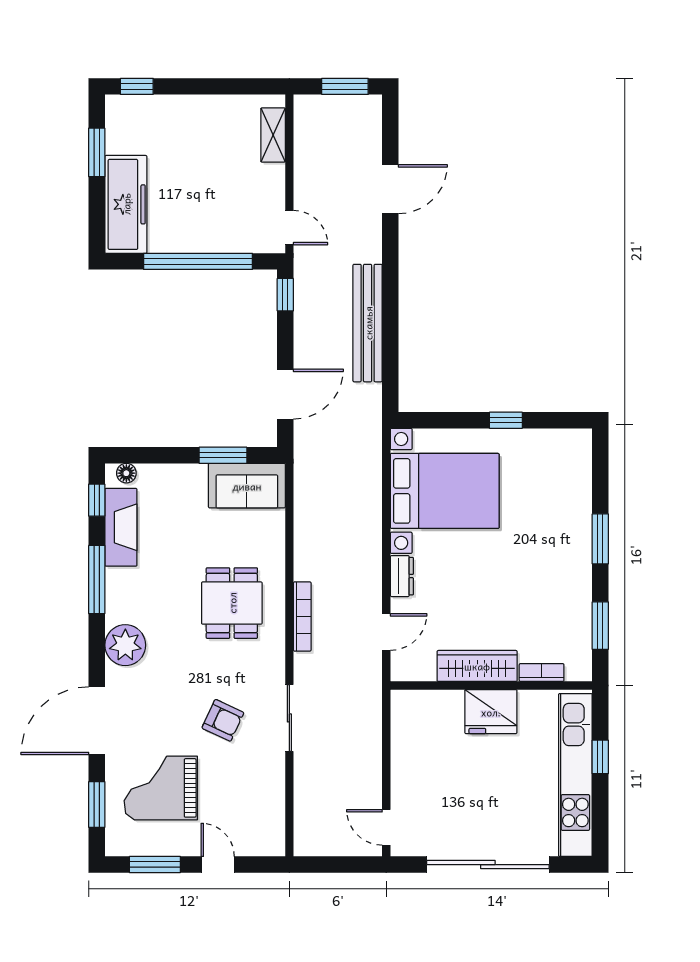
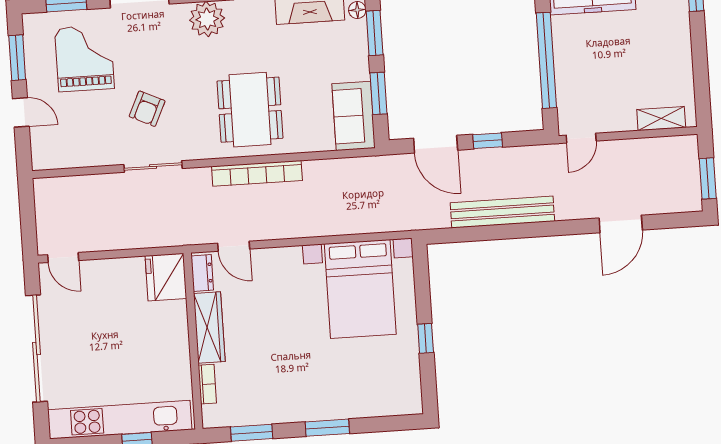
door: (390, 189) -> (621, 224), hinge flipped
window: (285, 295) -> (488, 141), moved
window: (154, 455) -> (375, 33), added
dresser: (402, 576) -> (202, 273), moved, turned -90
dining table: (232, 603) -> (250, 110), width x1.37
bookcase: (302, 617) -> (257, 173), width x1.48, depth x1.31
fridge: (491, 712) -> (166, 277), moved
door: (386, 827) -> (63, 258), swing flipped
door: (218, 865) -> (21, 112), hinge flipped

